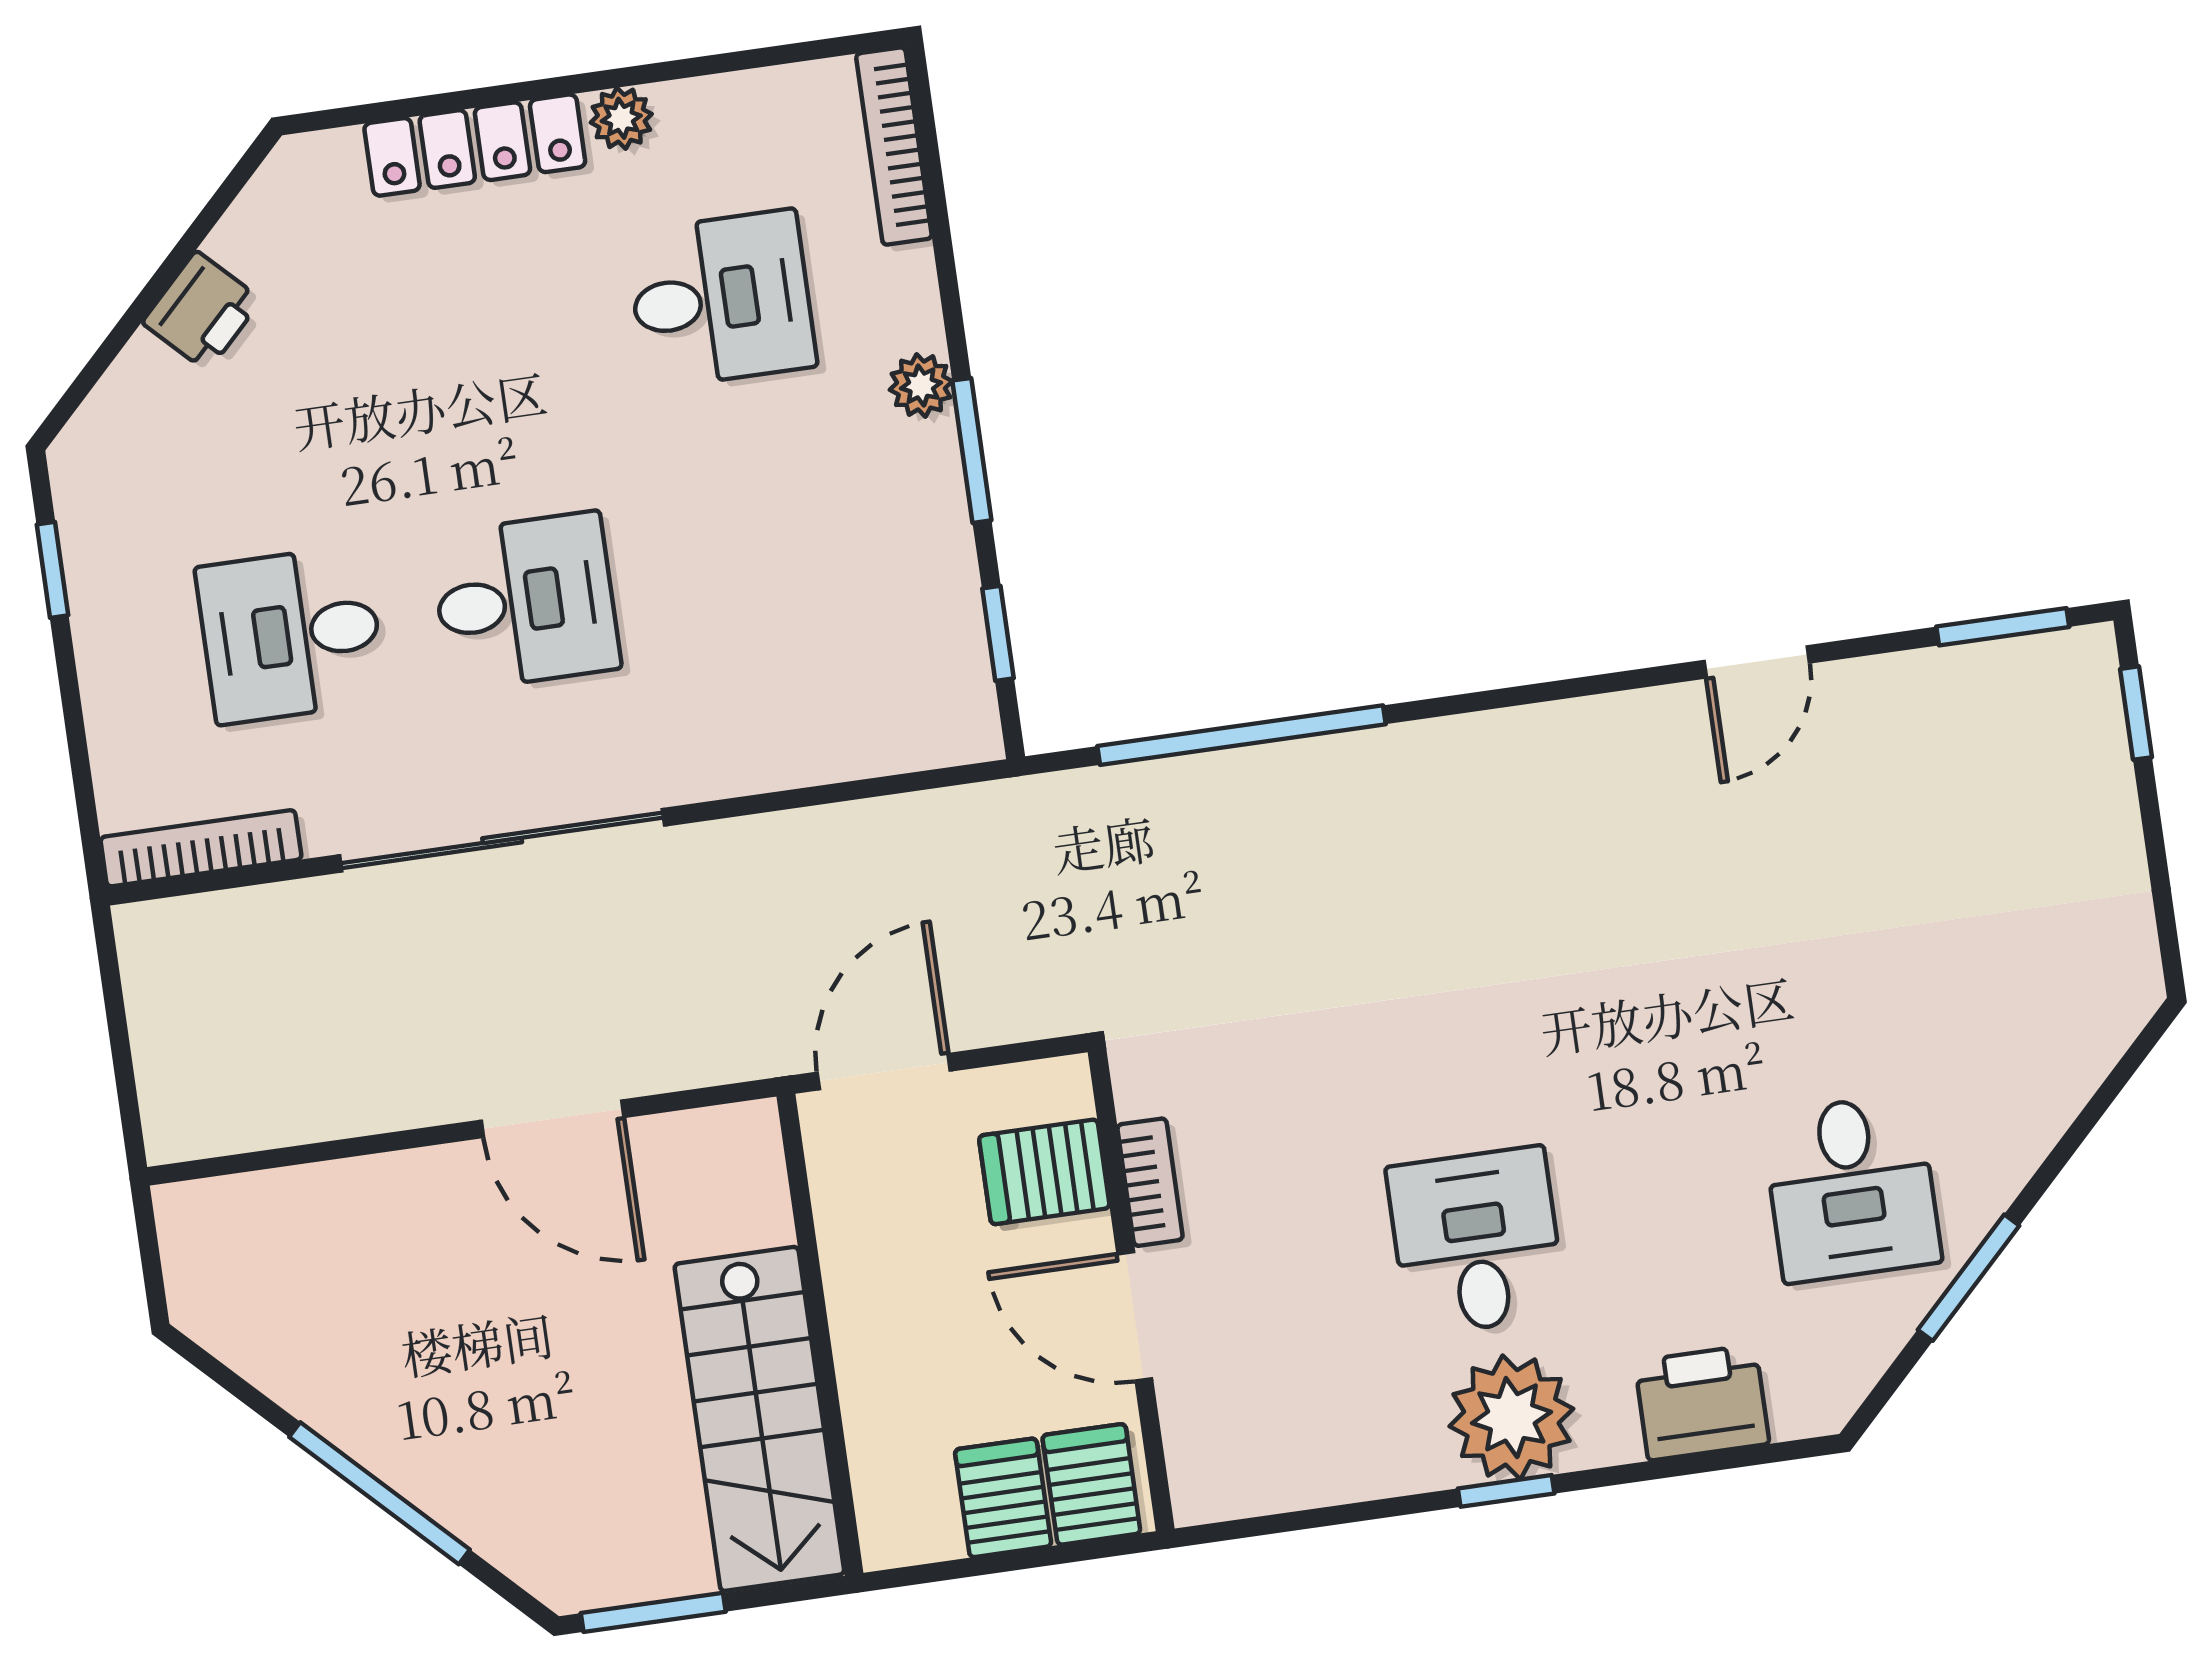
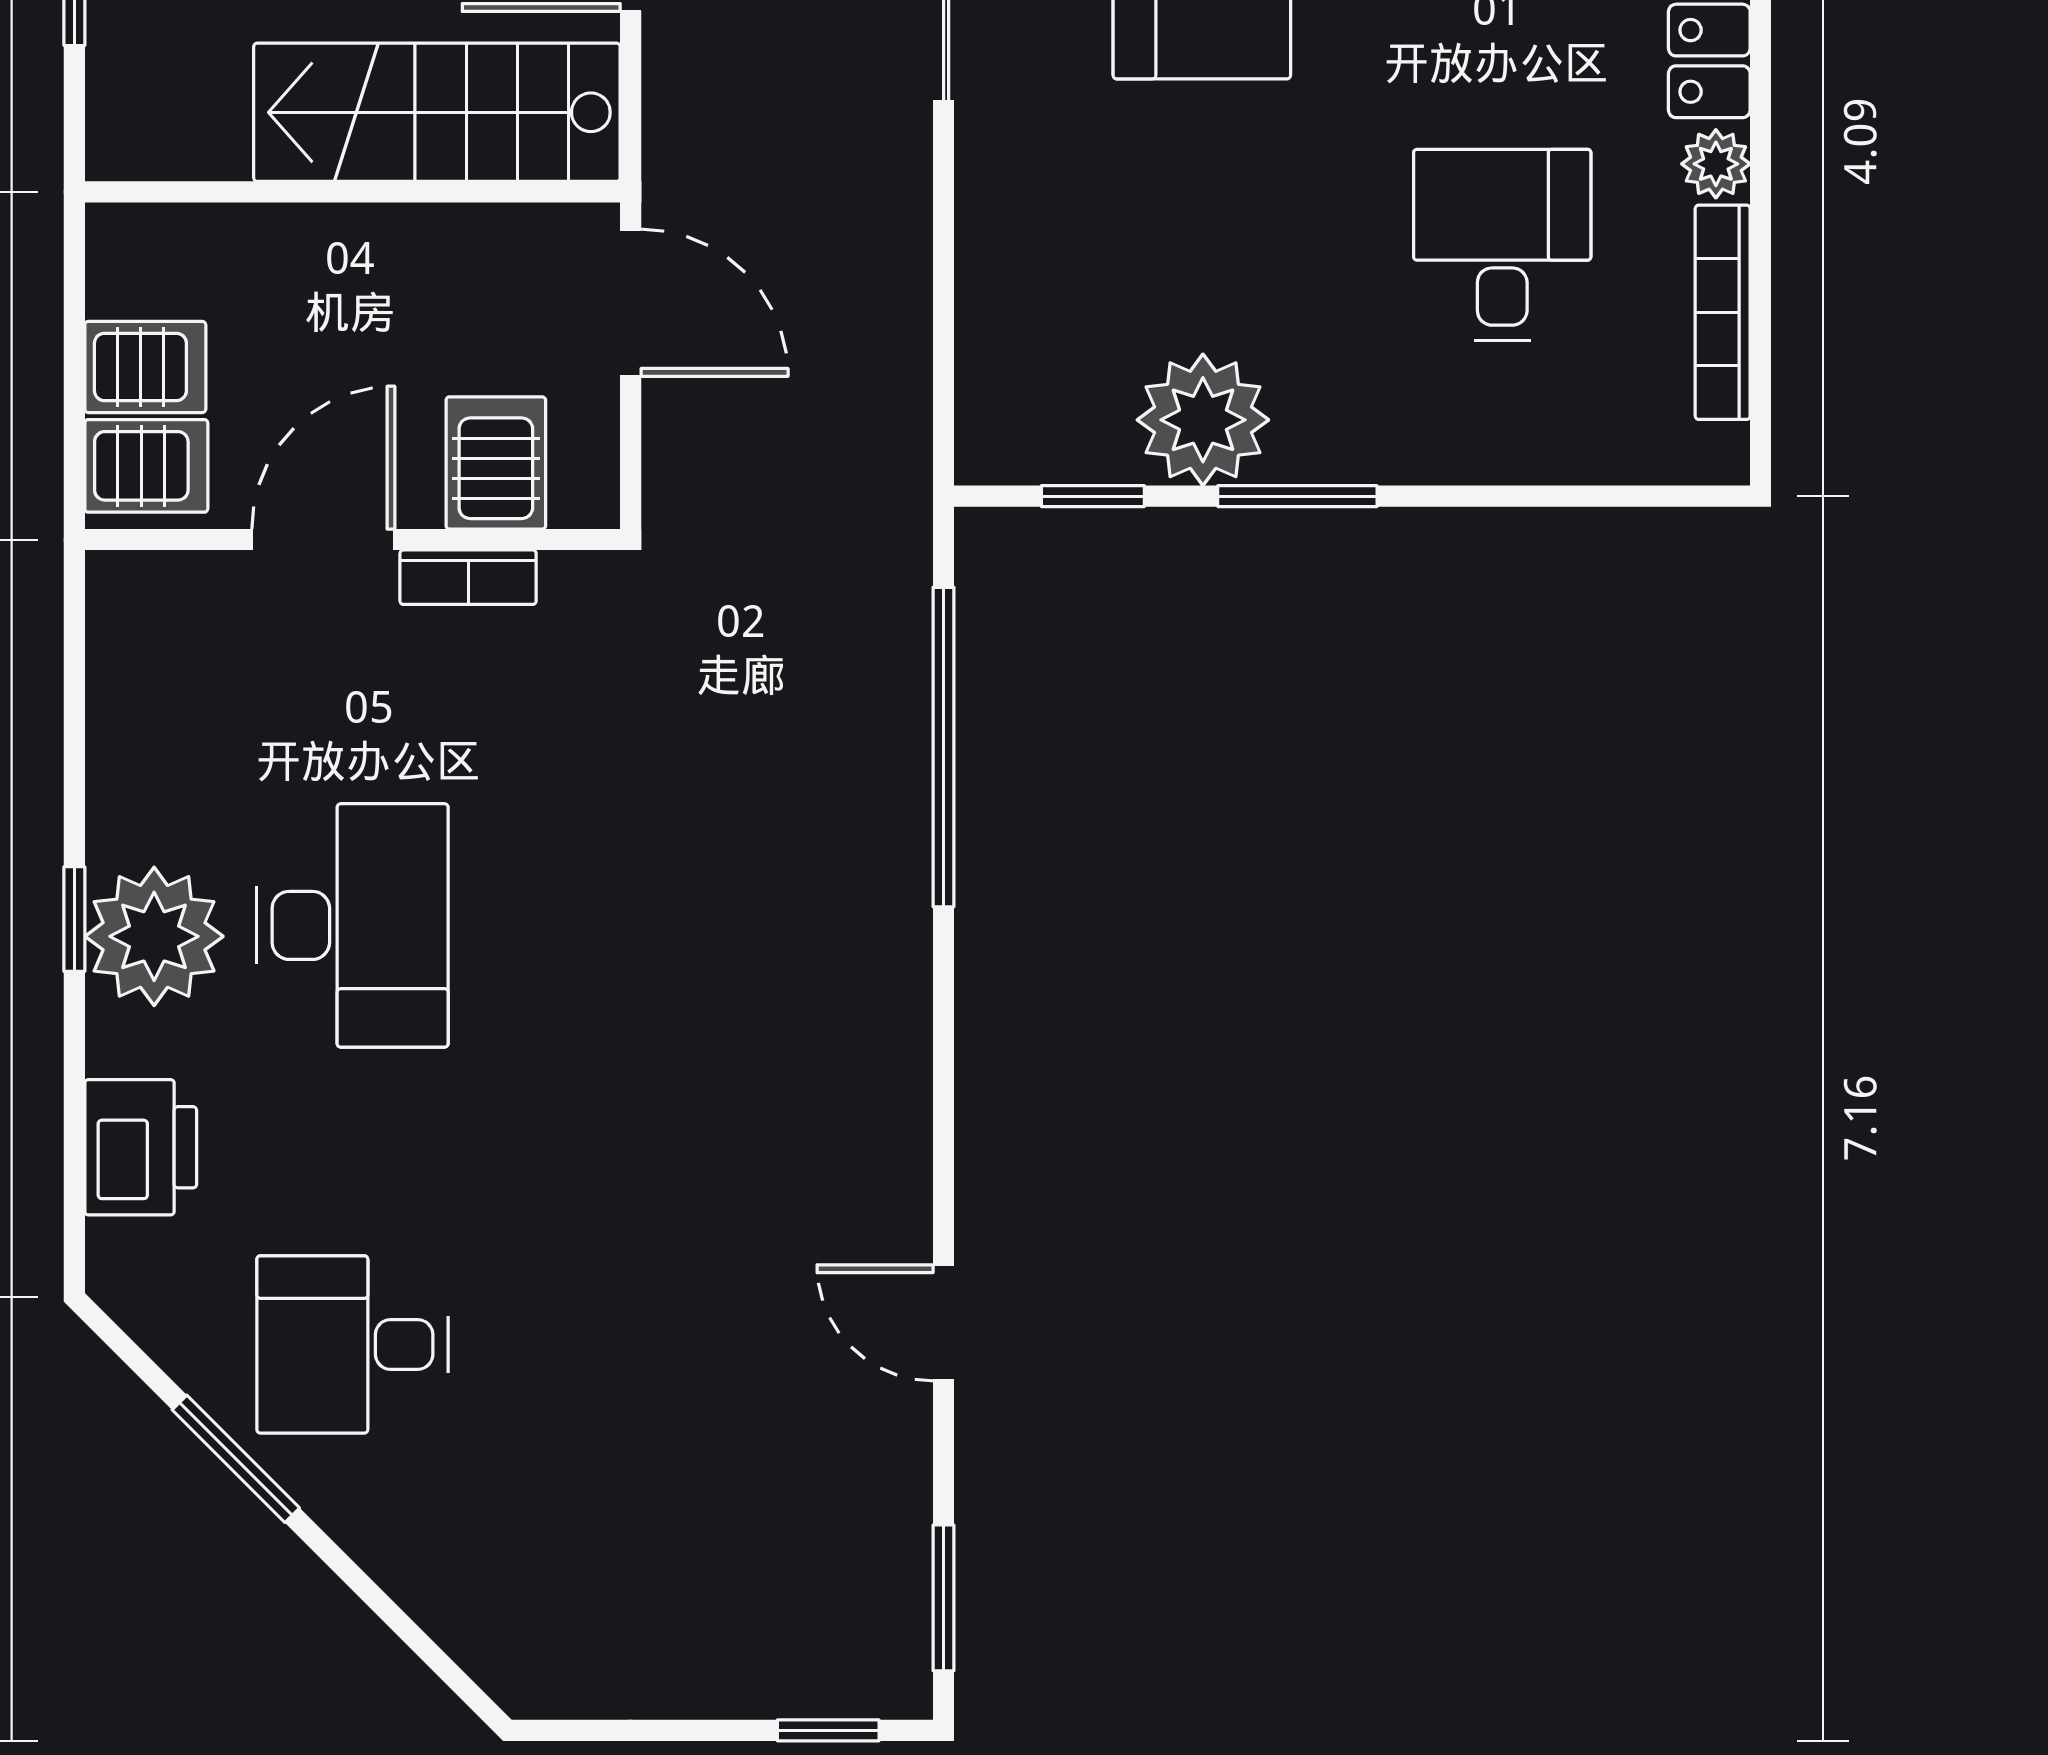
bookcase: (894, 146) -> (1723, 312), moved, turned -90
desk: (721, 299) -> (1502, 245), turned 180
plant: (921, 386) -> (1203, 420), moved, width x1.87, depth x1.87
desk: (1476, 1241) -> (352, 925), width x1.37
stairs: (759, 1419) -> (437, 112), moved

